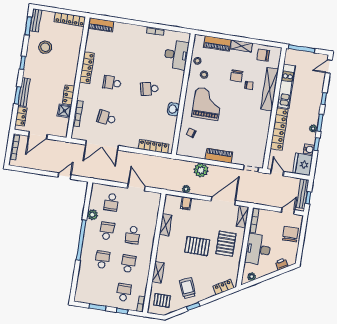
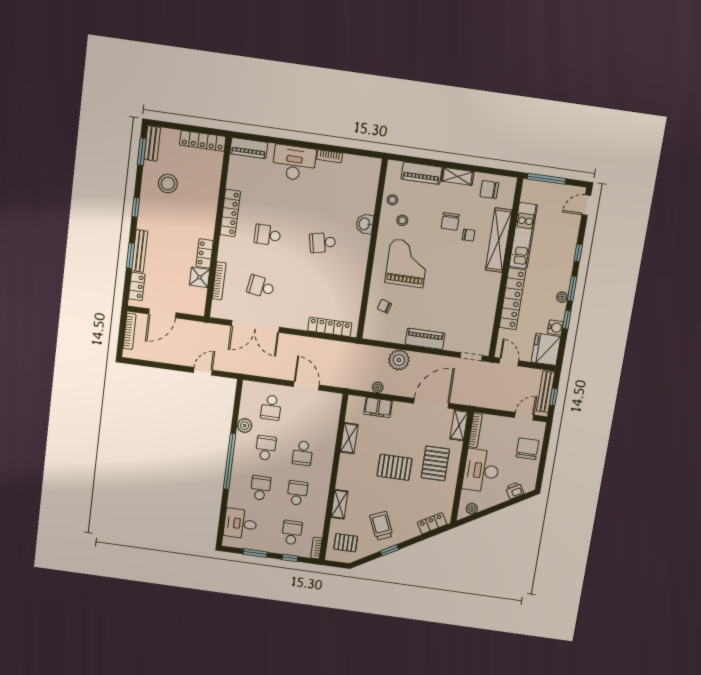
desk: (176, 55) -> (294, 163), moved, turned -90
washbasin: (173, 109) -> (365, 224), moved
filing cabinet: (186, 203) -> (378, 407), width x2.00
desk: (87, 285) -> (240, 524), added

